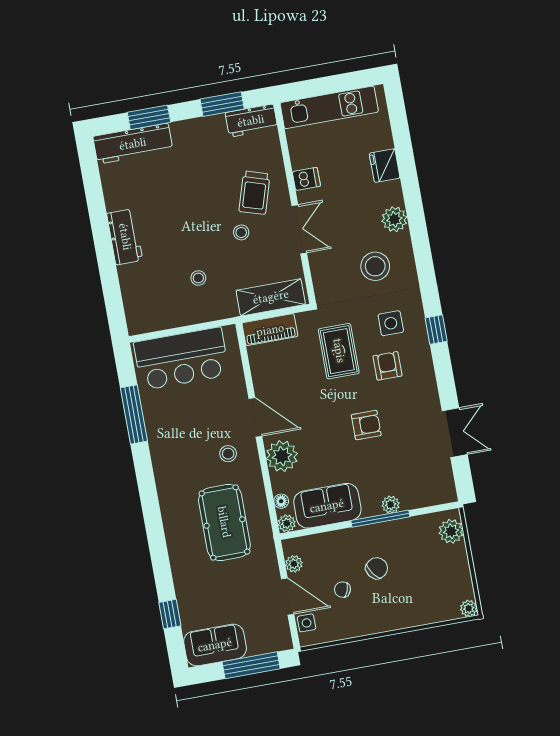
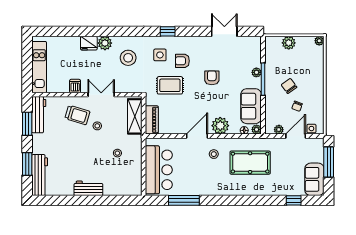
workbench: (251, 121) -> (39, 115), width x1.38
fridge: (385, 166) -> (89, 43), moved
plant: (451, 531) -> (289, 43), moved

